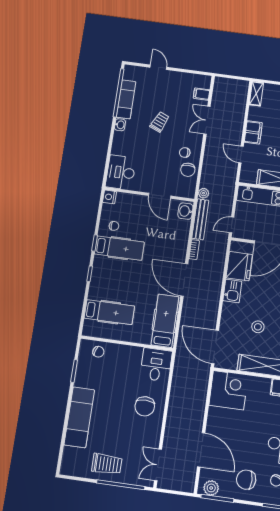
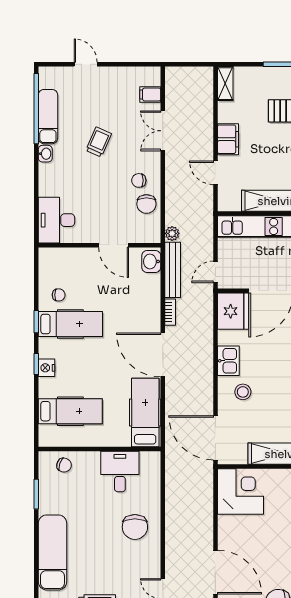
nightstand: (110, 197) -> (47, 368), moved
fridge: (239, 266) -> (233, 311), moved
stool: (258, 327) -> (243, 392), moved
desk: (156, 365) -> (120, 471), moved

